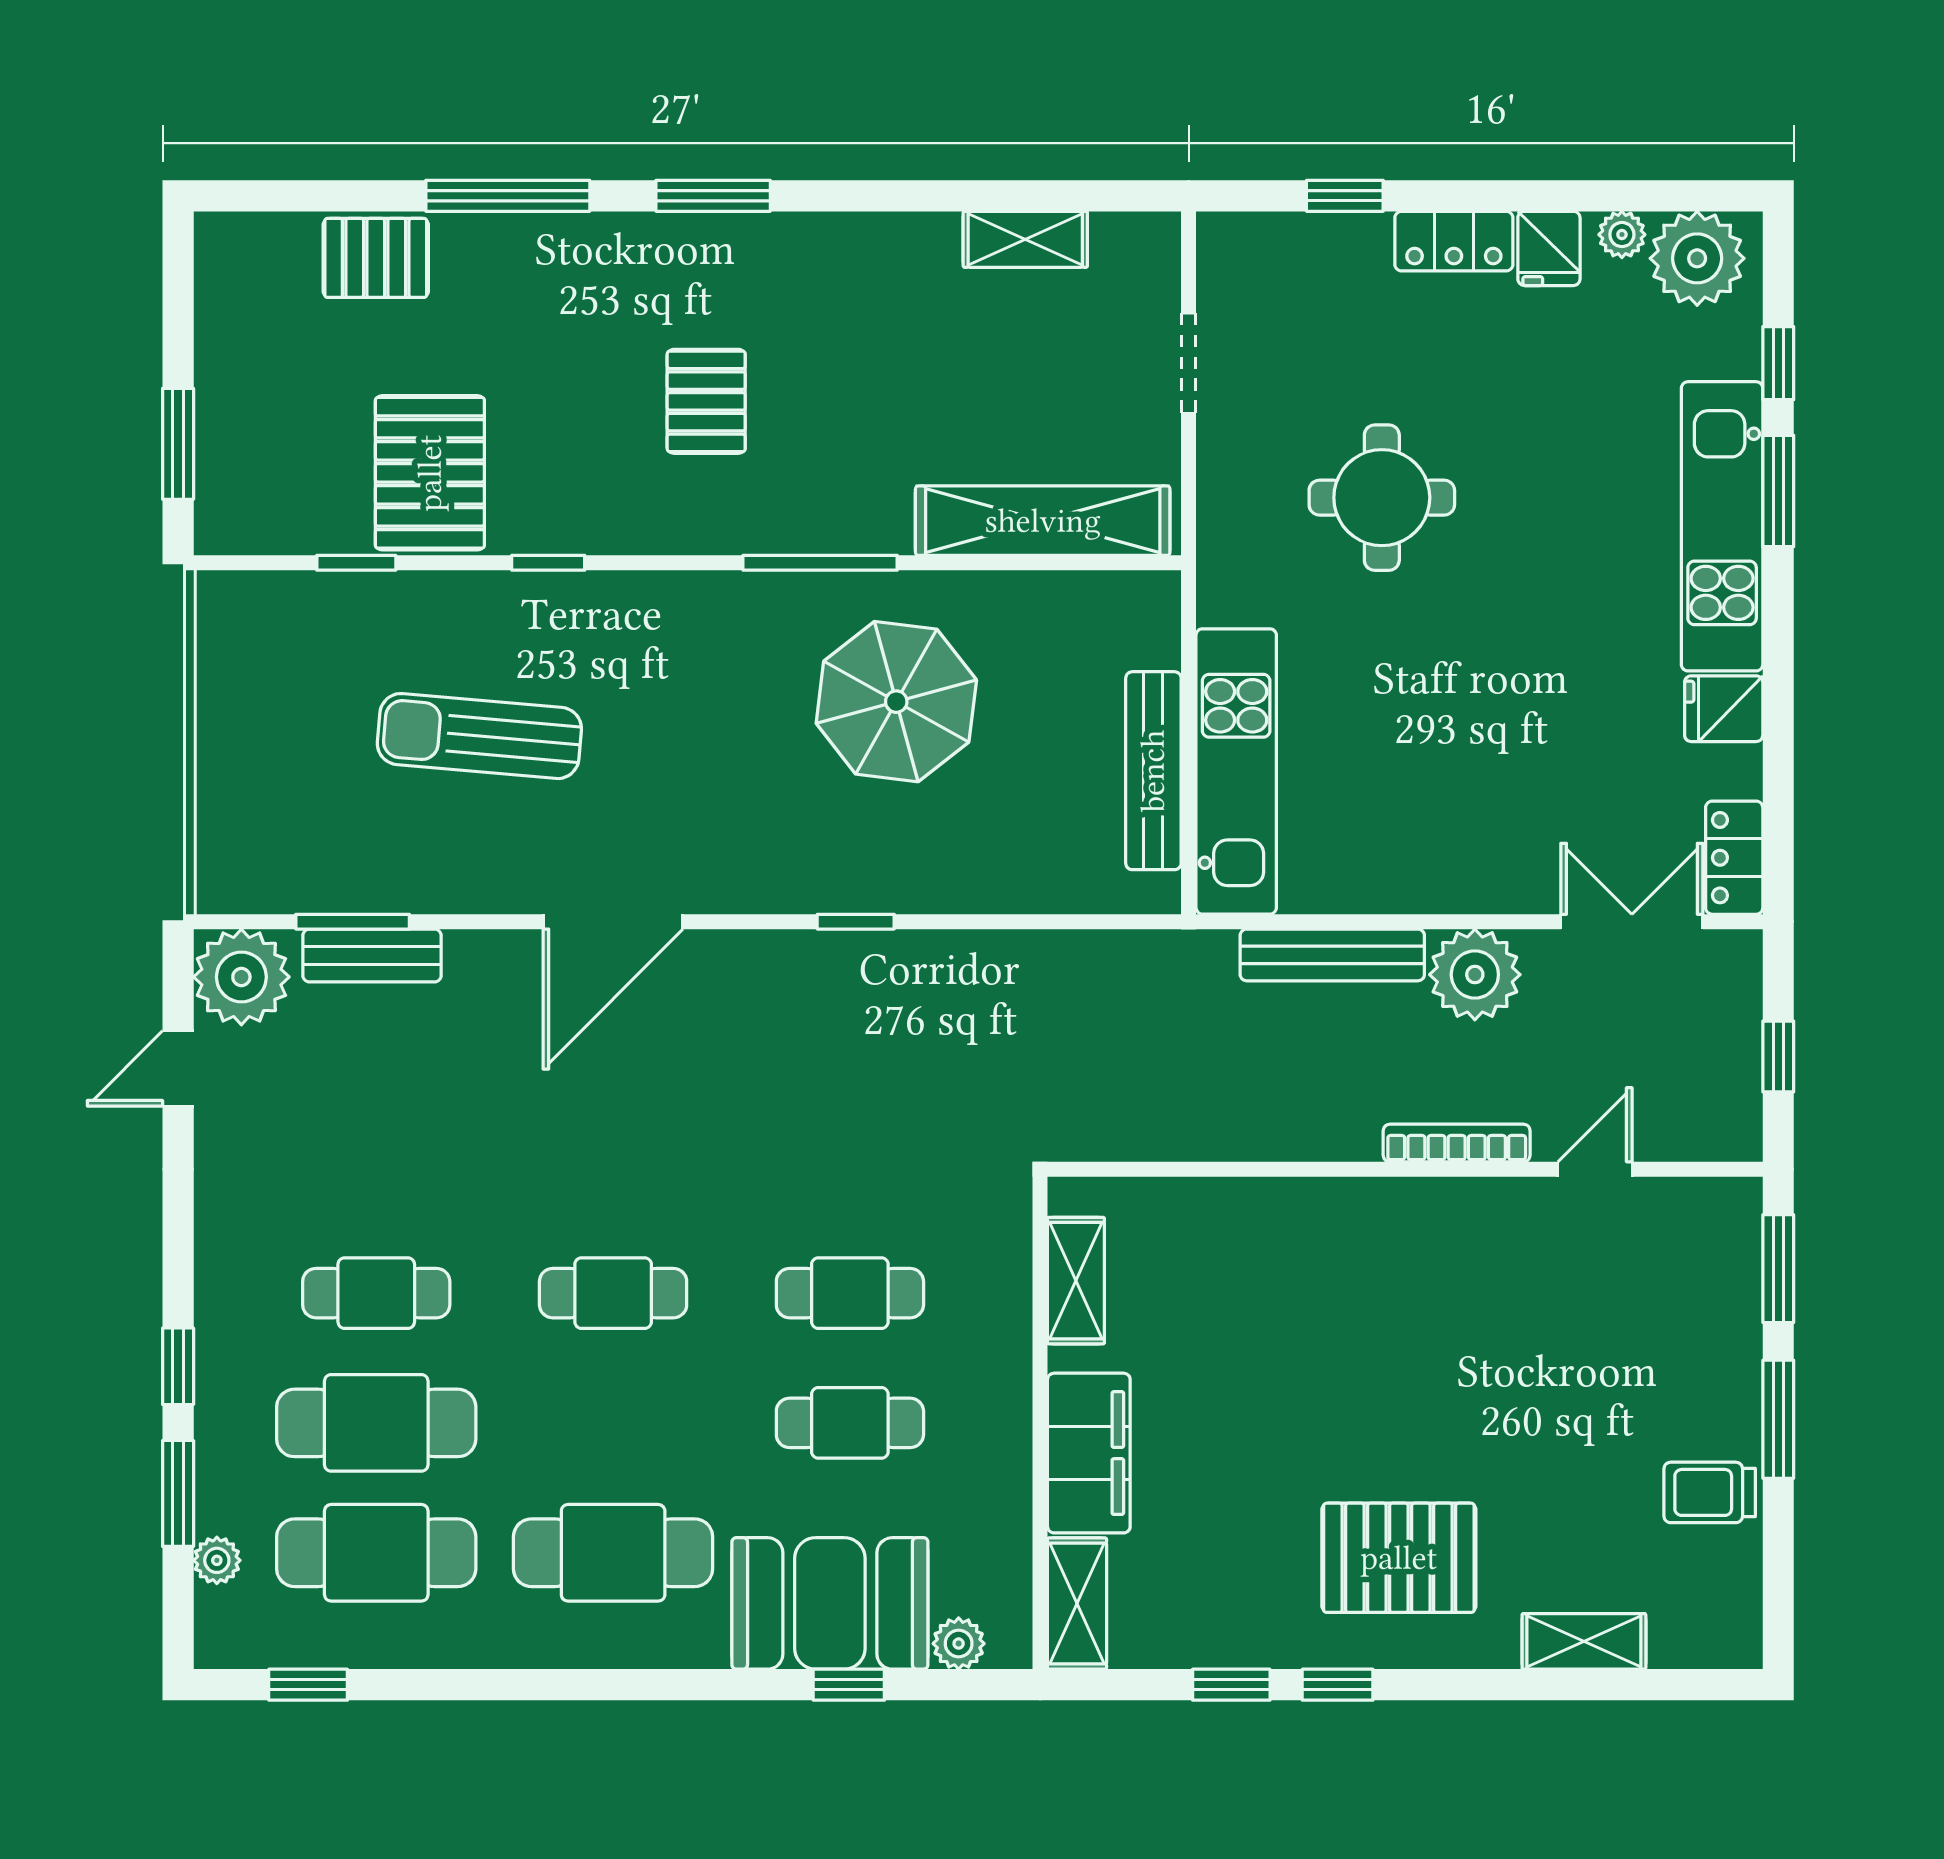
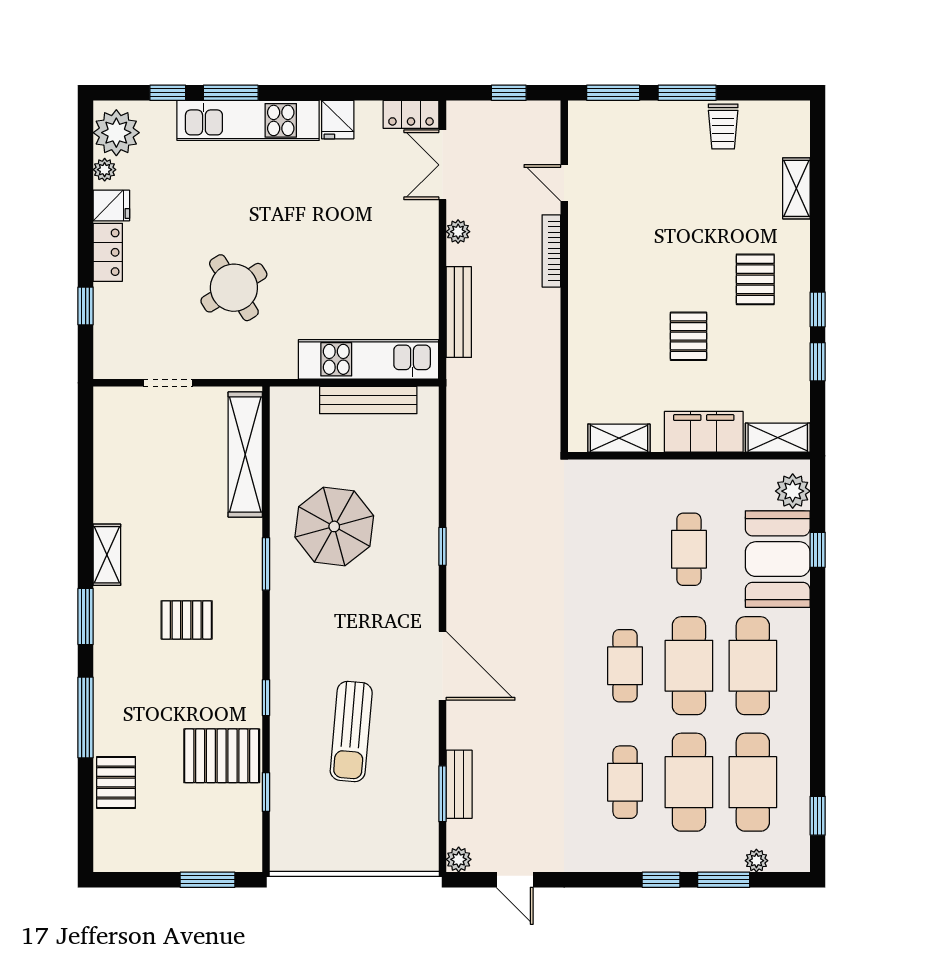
shelving: (1025, 239) -> (107, 555), moved
round table: (1382, 498) -> (234, 288), turned -32
window: (820, 563) -> (266, 564), width x0.69
plant: (1475, 975) -> (458, 232), width x0.53, depth x0.53
plant: (241, 977) -> (459, 859), width x0.53, depth x0.53
cafe table: (850, 1293) -> (689, 666), moved, width x1.37, depth x1.35
pallet: (1283, 1422) -> (688, 336), added
pallet: (1399, 1558) -> (755, 279), width x0.67, depth x0.71
plant: (959, 1644) -> (793, 491), width x1.38, depth x1.38

